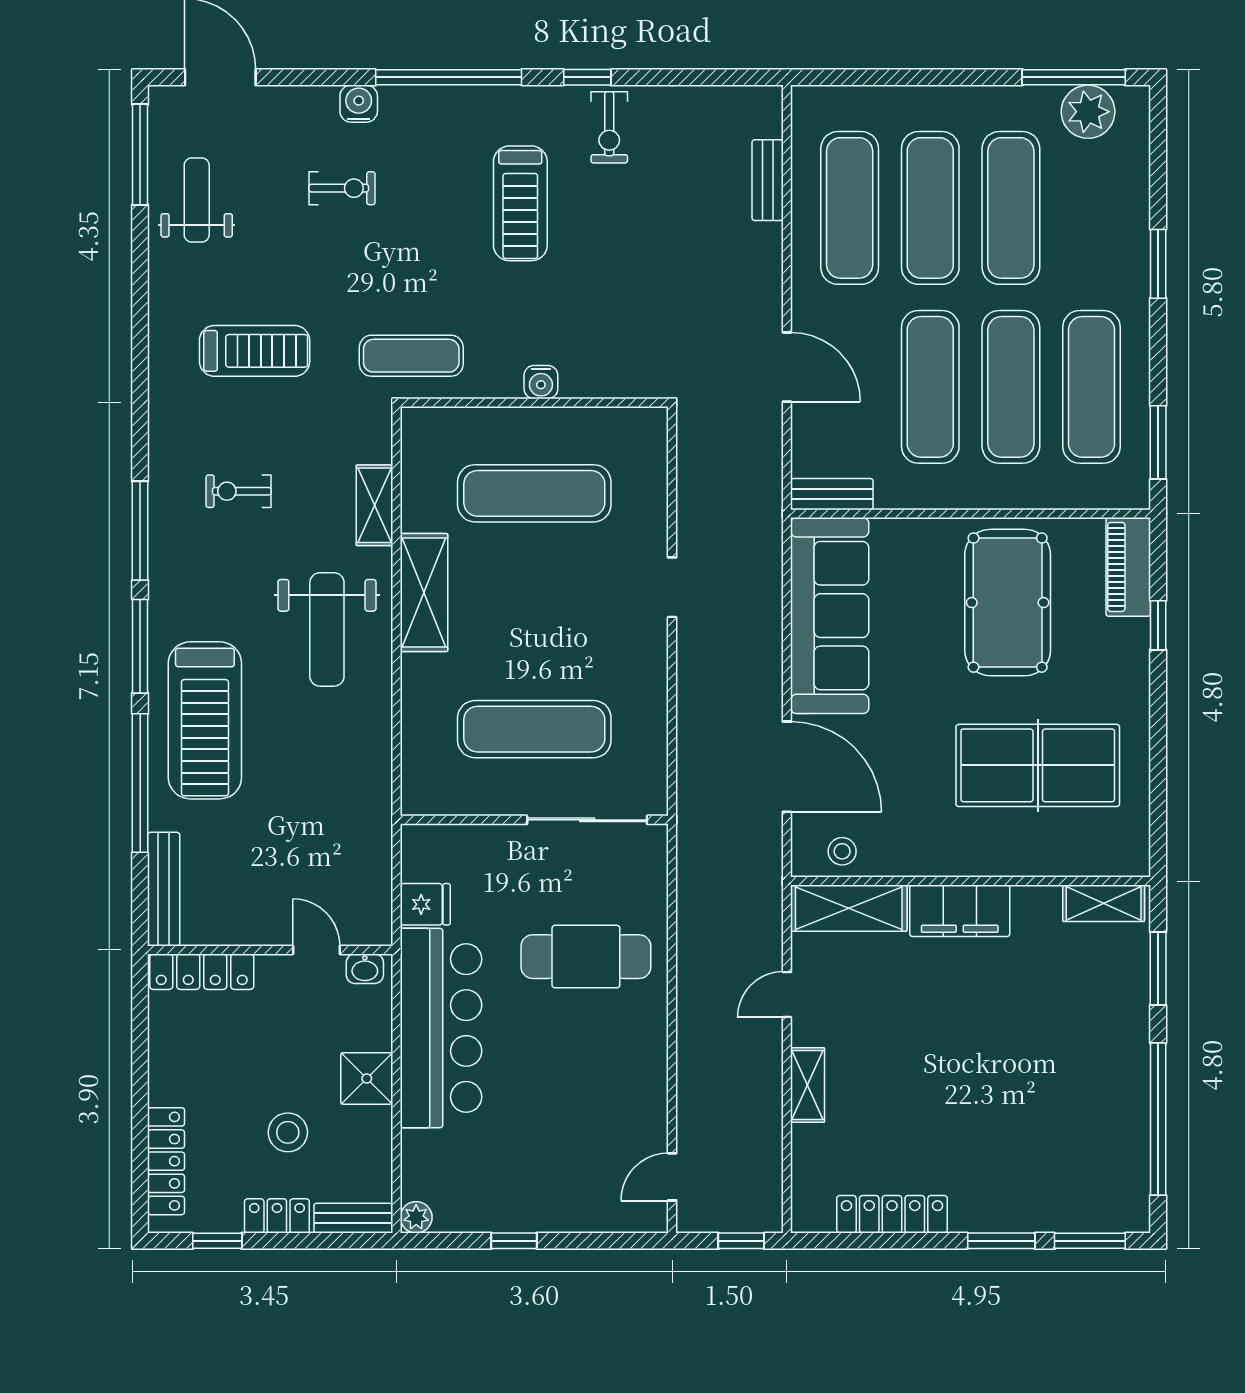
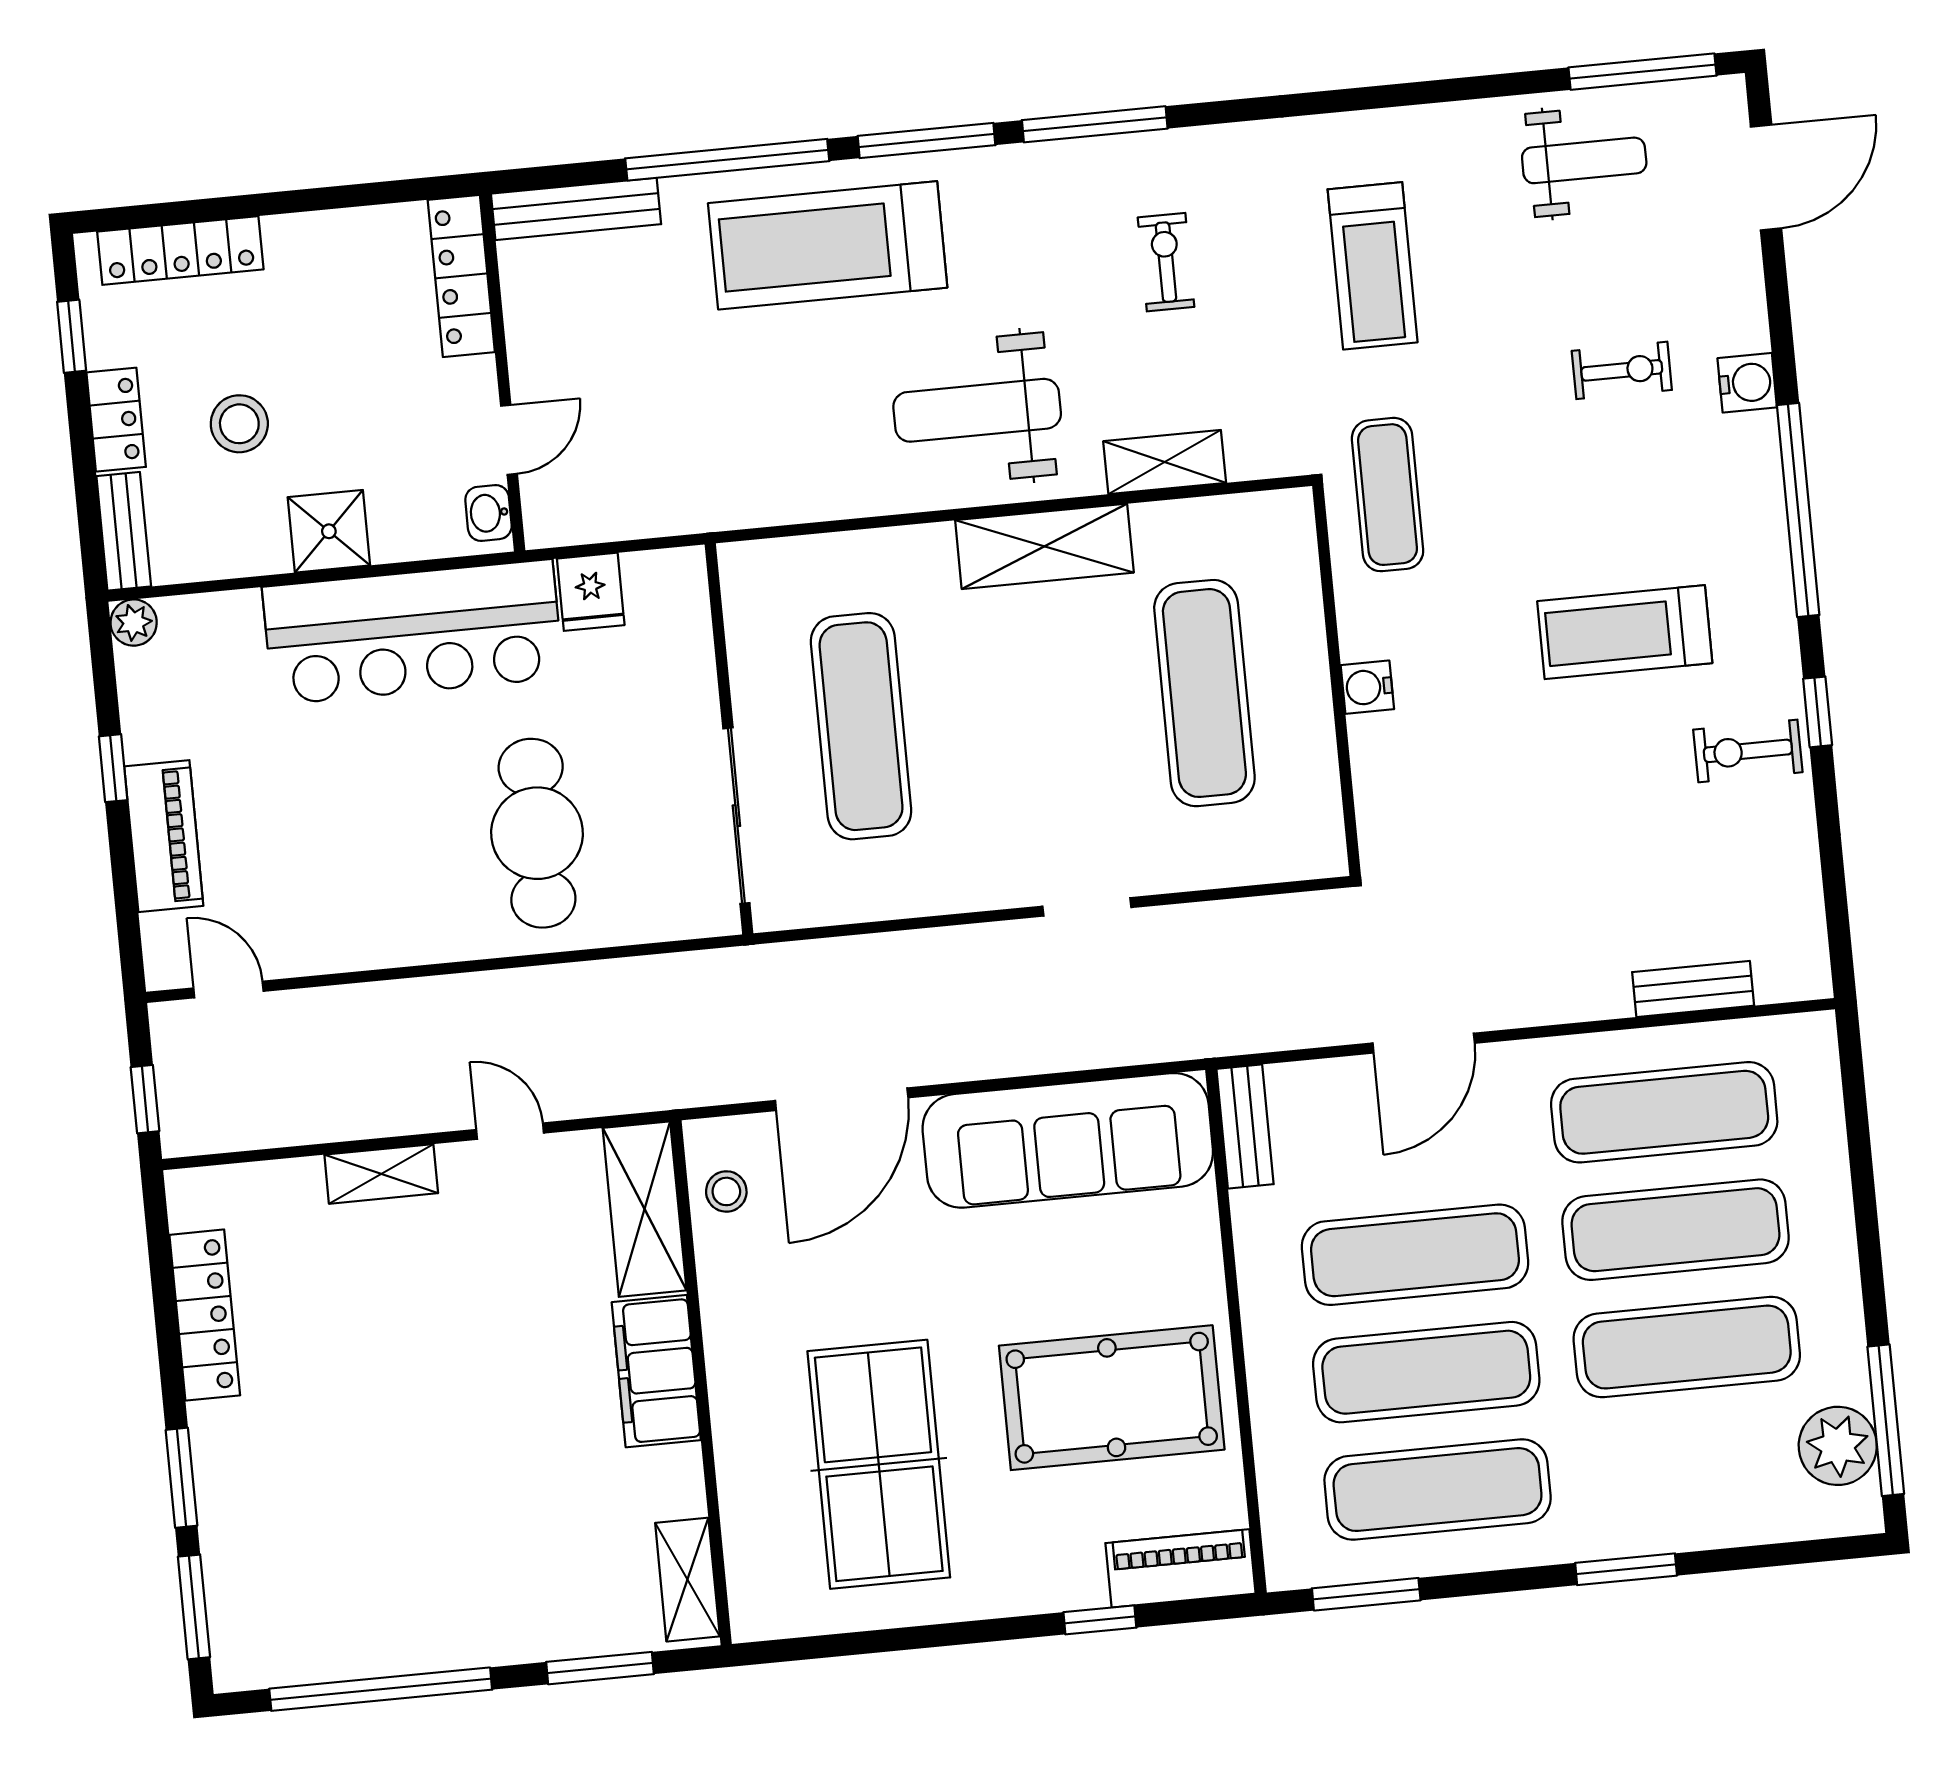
exercise bike: (342, 188) -> (1622, 370), turned -90
piano: (563, 1211) -> (164, 836), added

